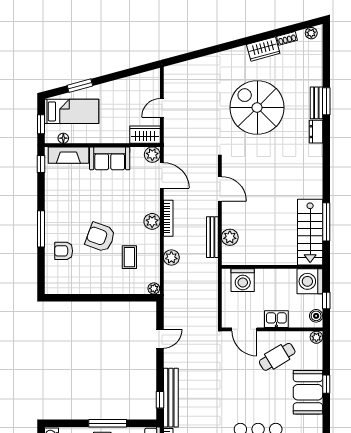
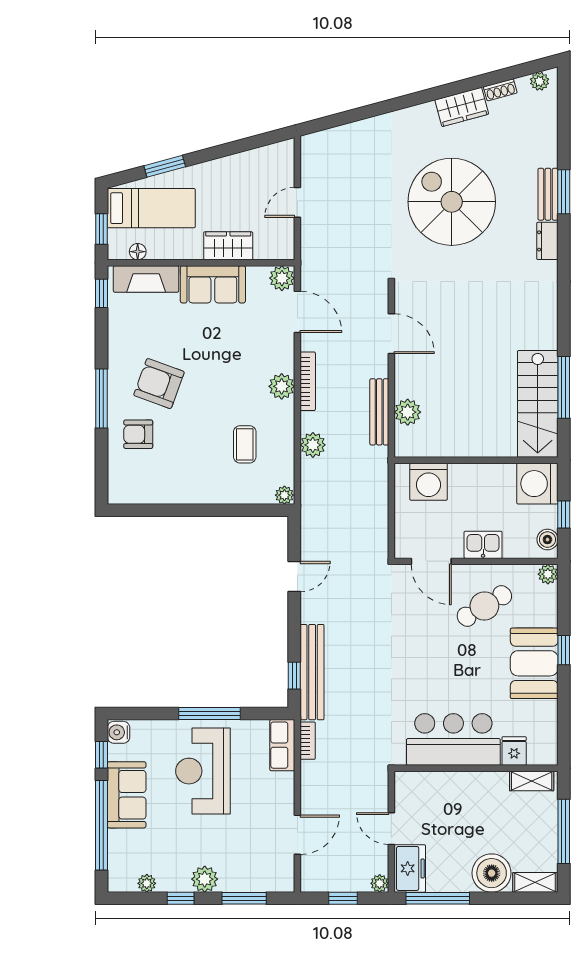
wardrobe: (145, 135) -> (228, 246), moved
armchair: (100, 237) -> (159, 384), moved

